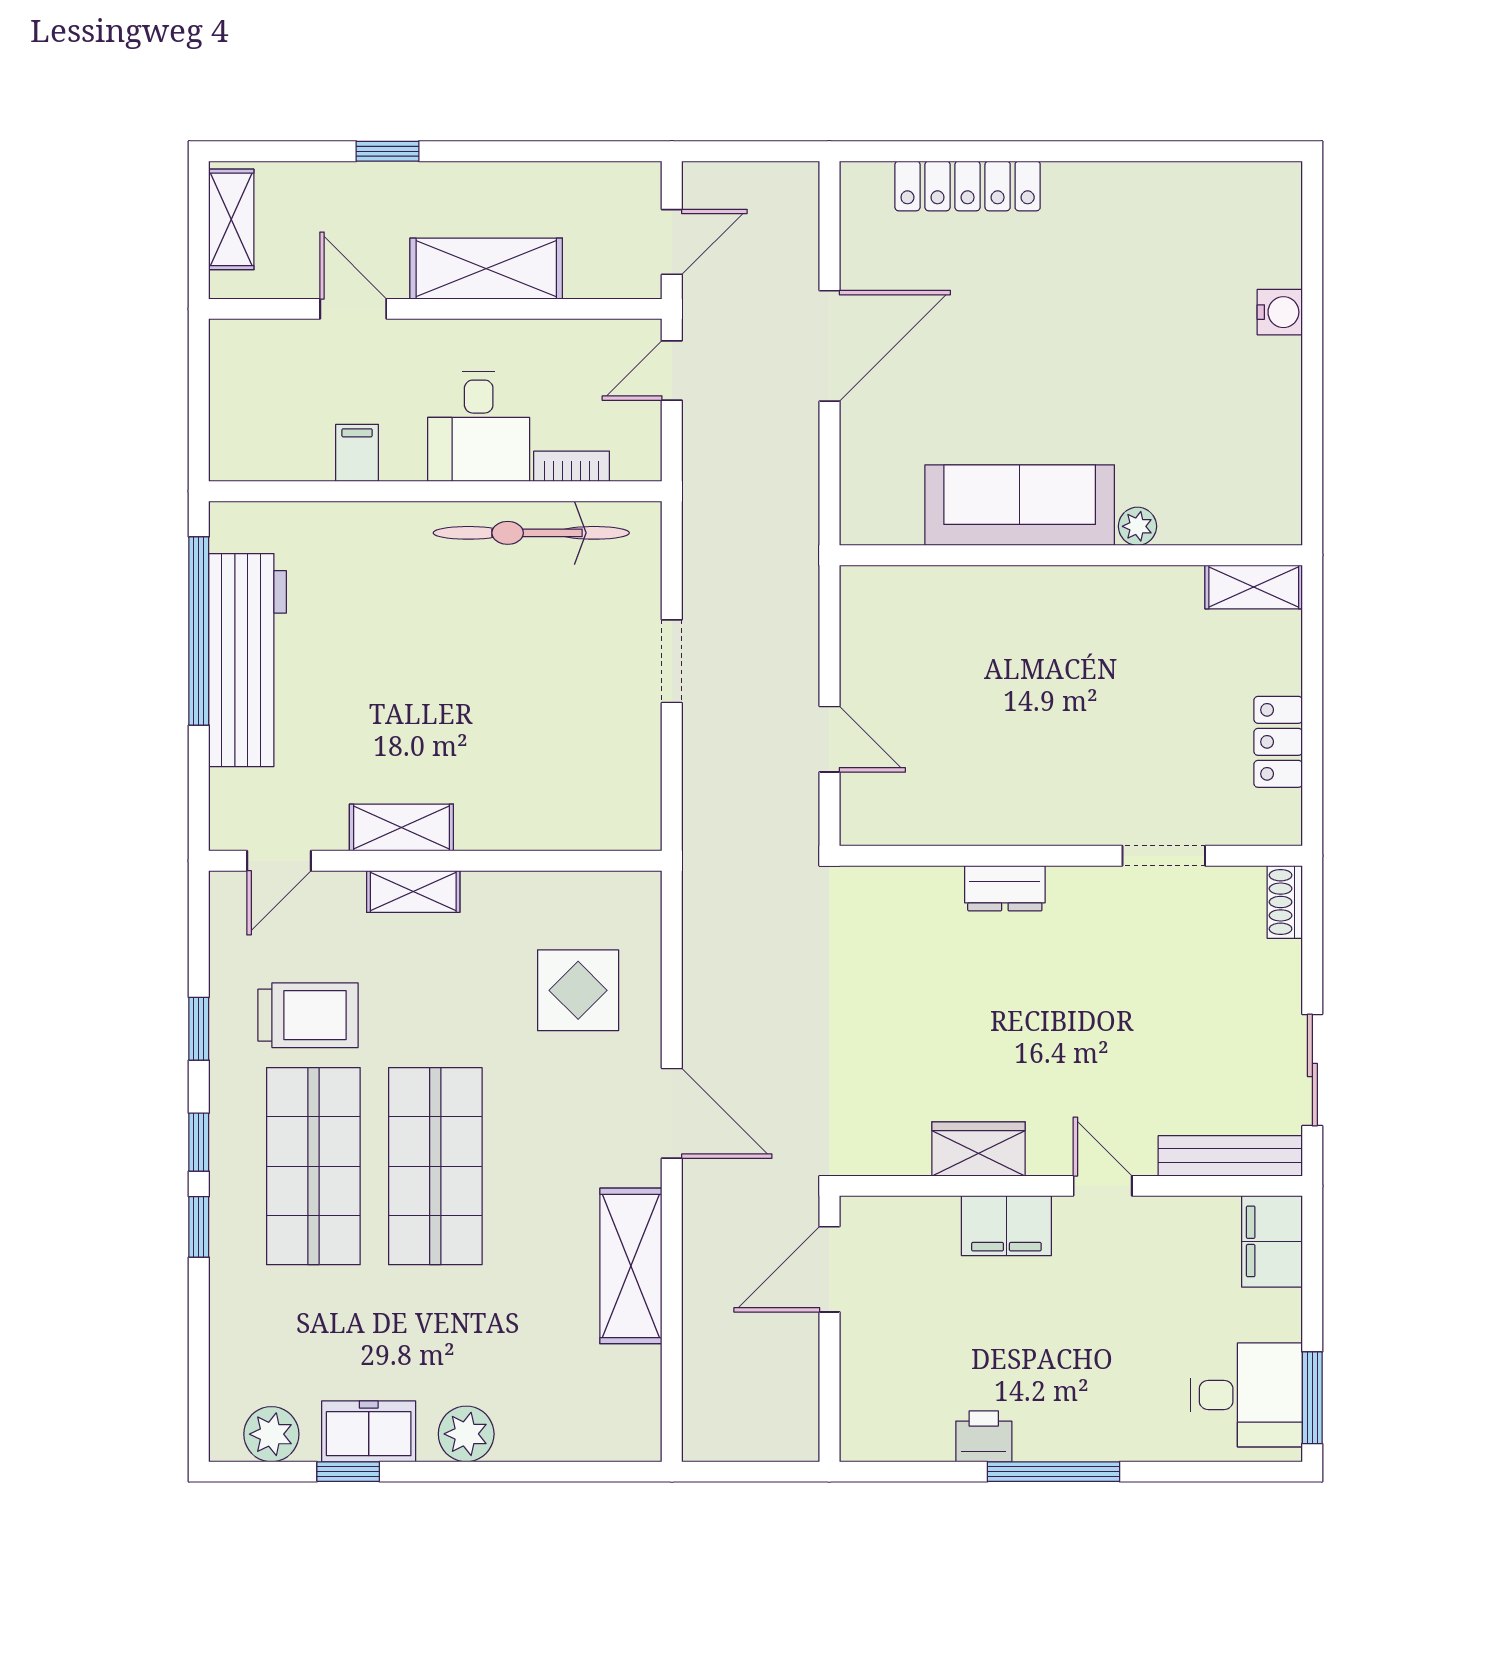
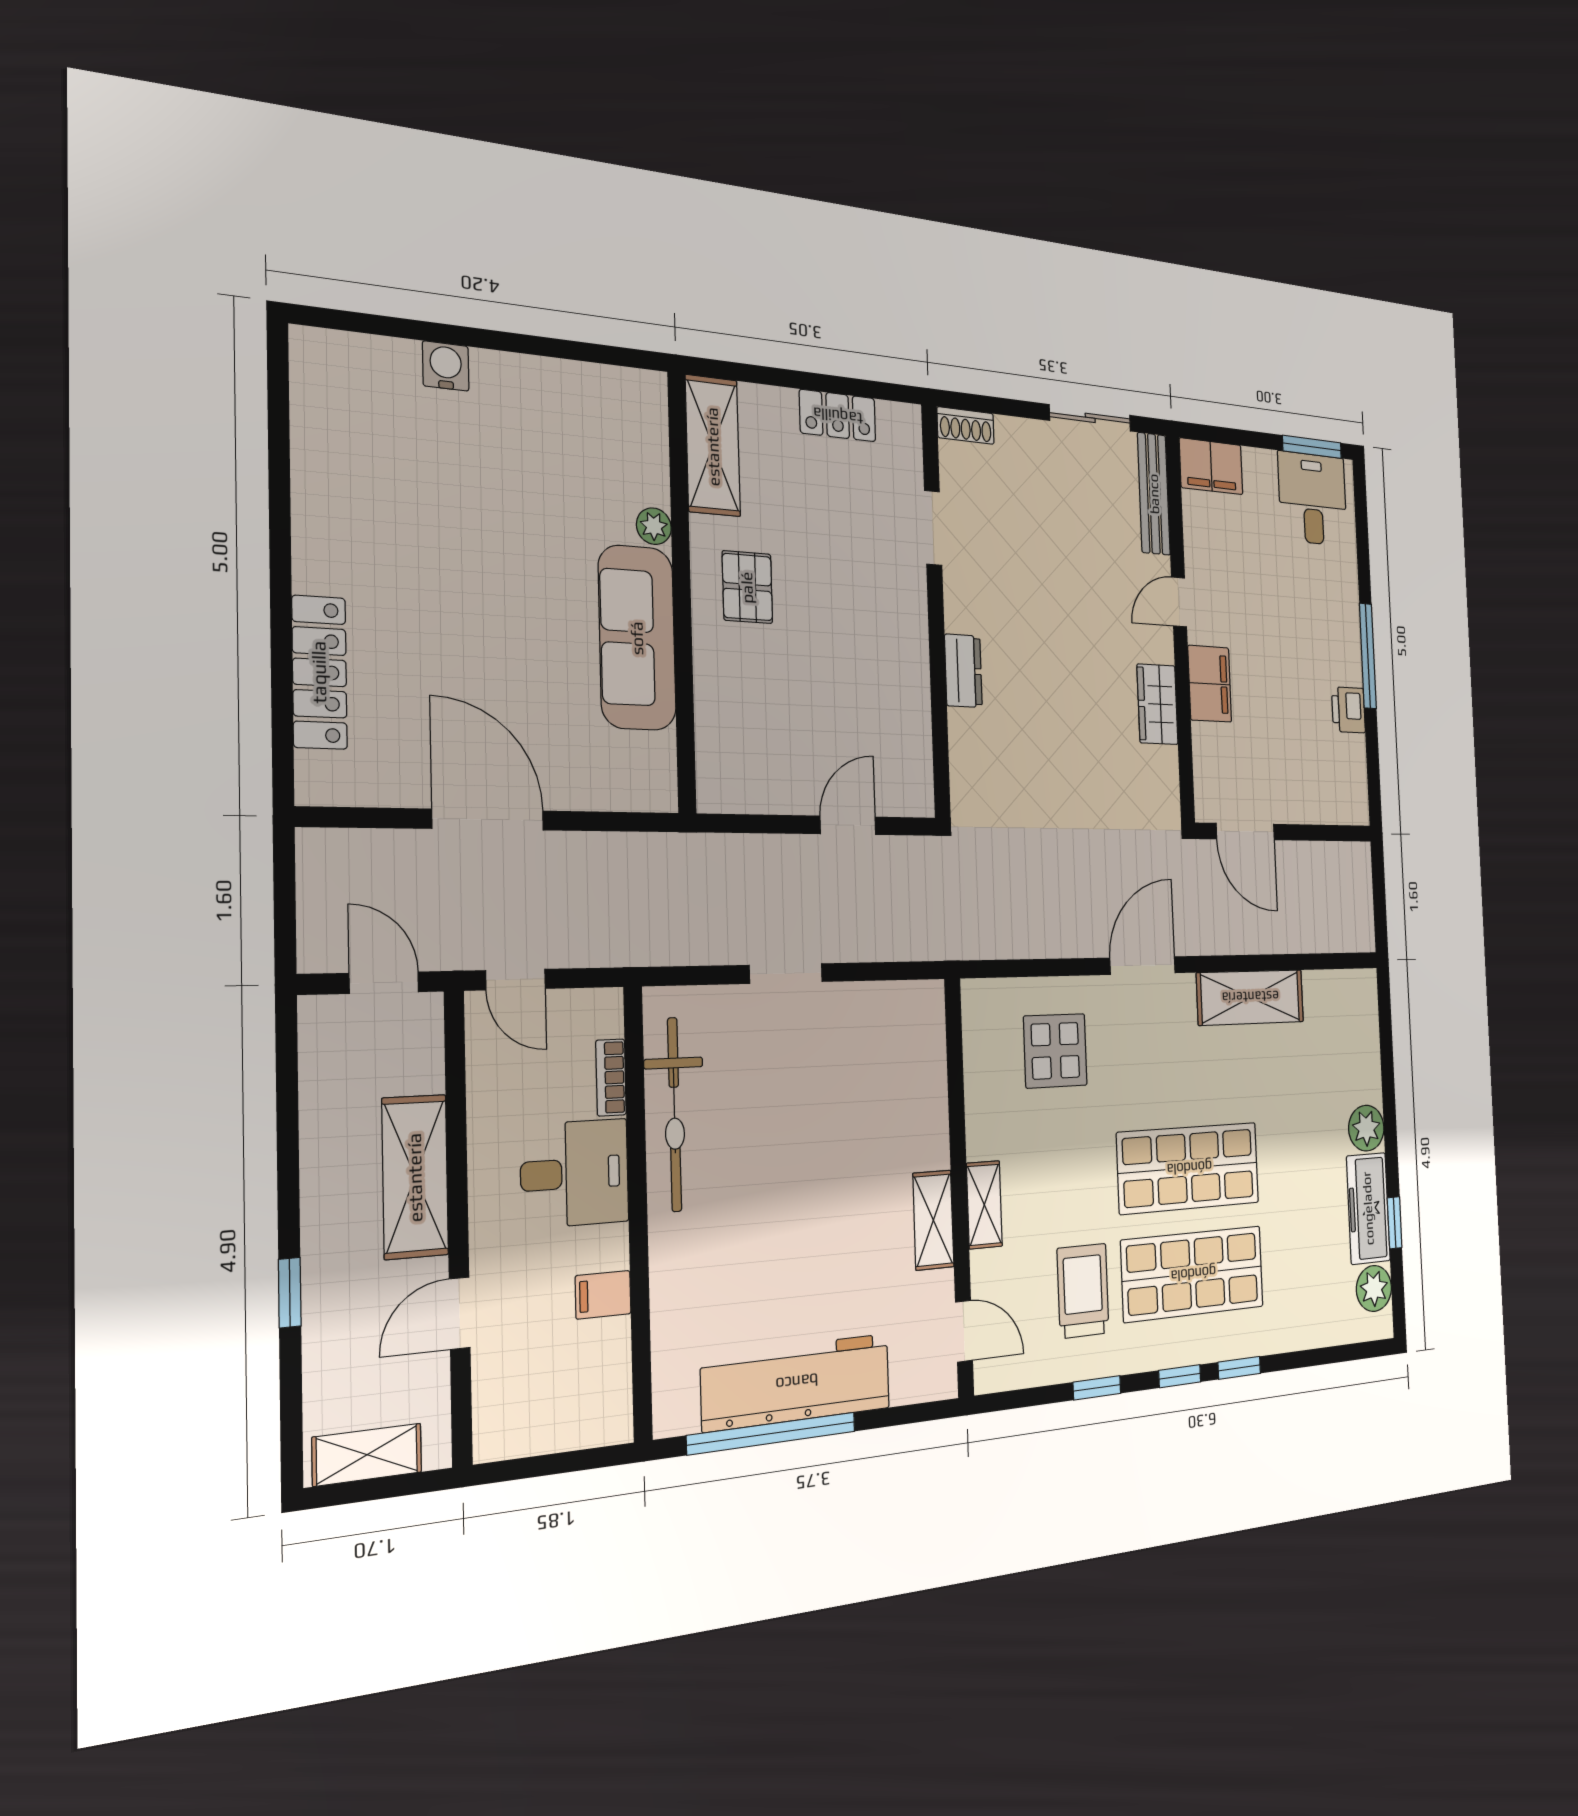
shelving: (1254, 587) -> (713, 446), width x1.50, depth x1.33
pallet: (1081, 629) -> (747, 587), added
freezer: (369, 1431) -> (1368, 1208), width x1.40

